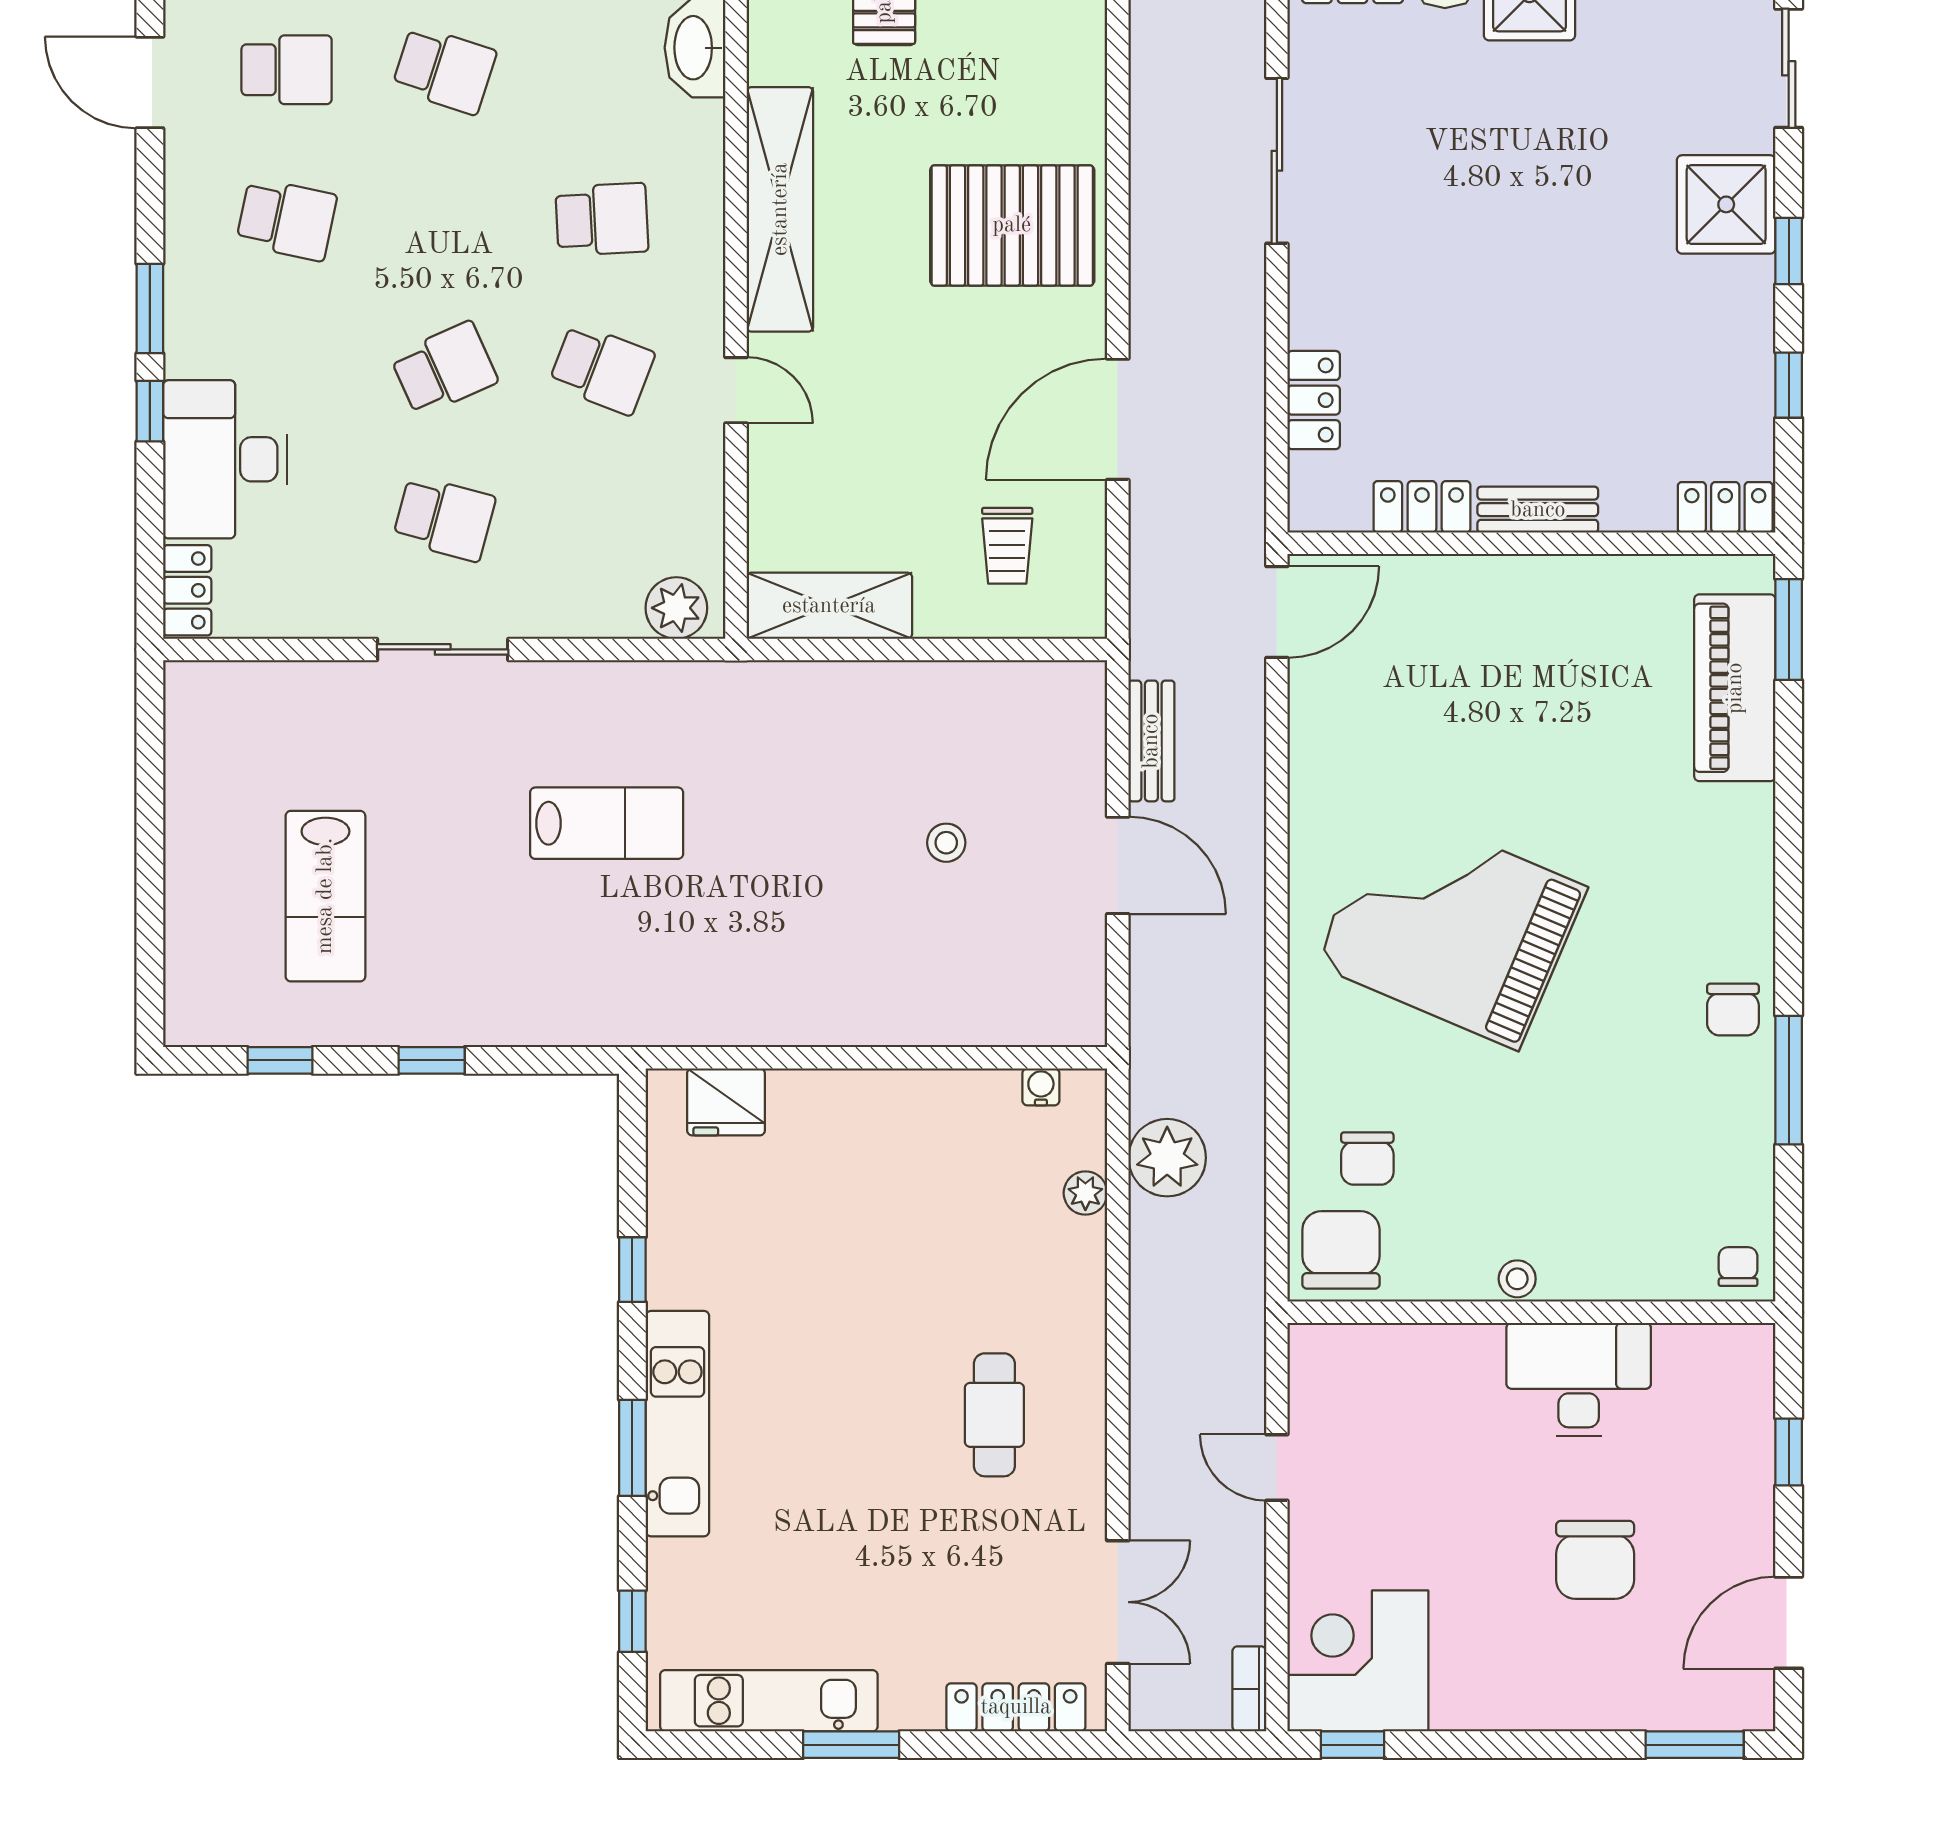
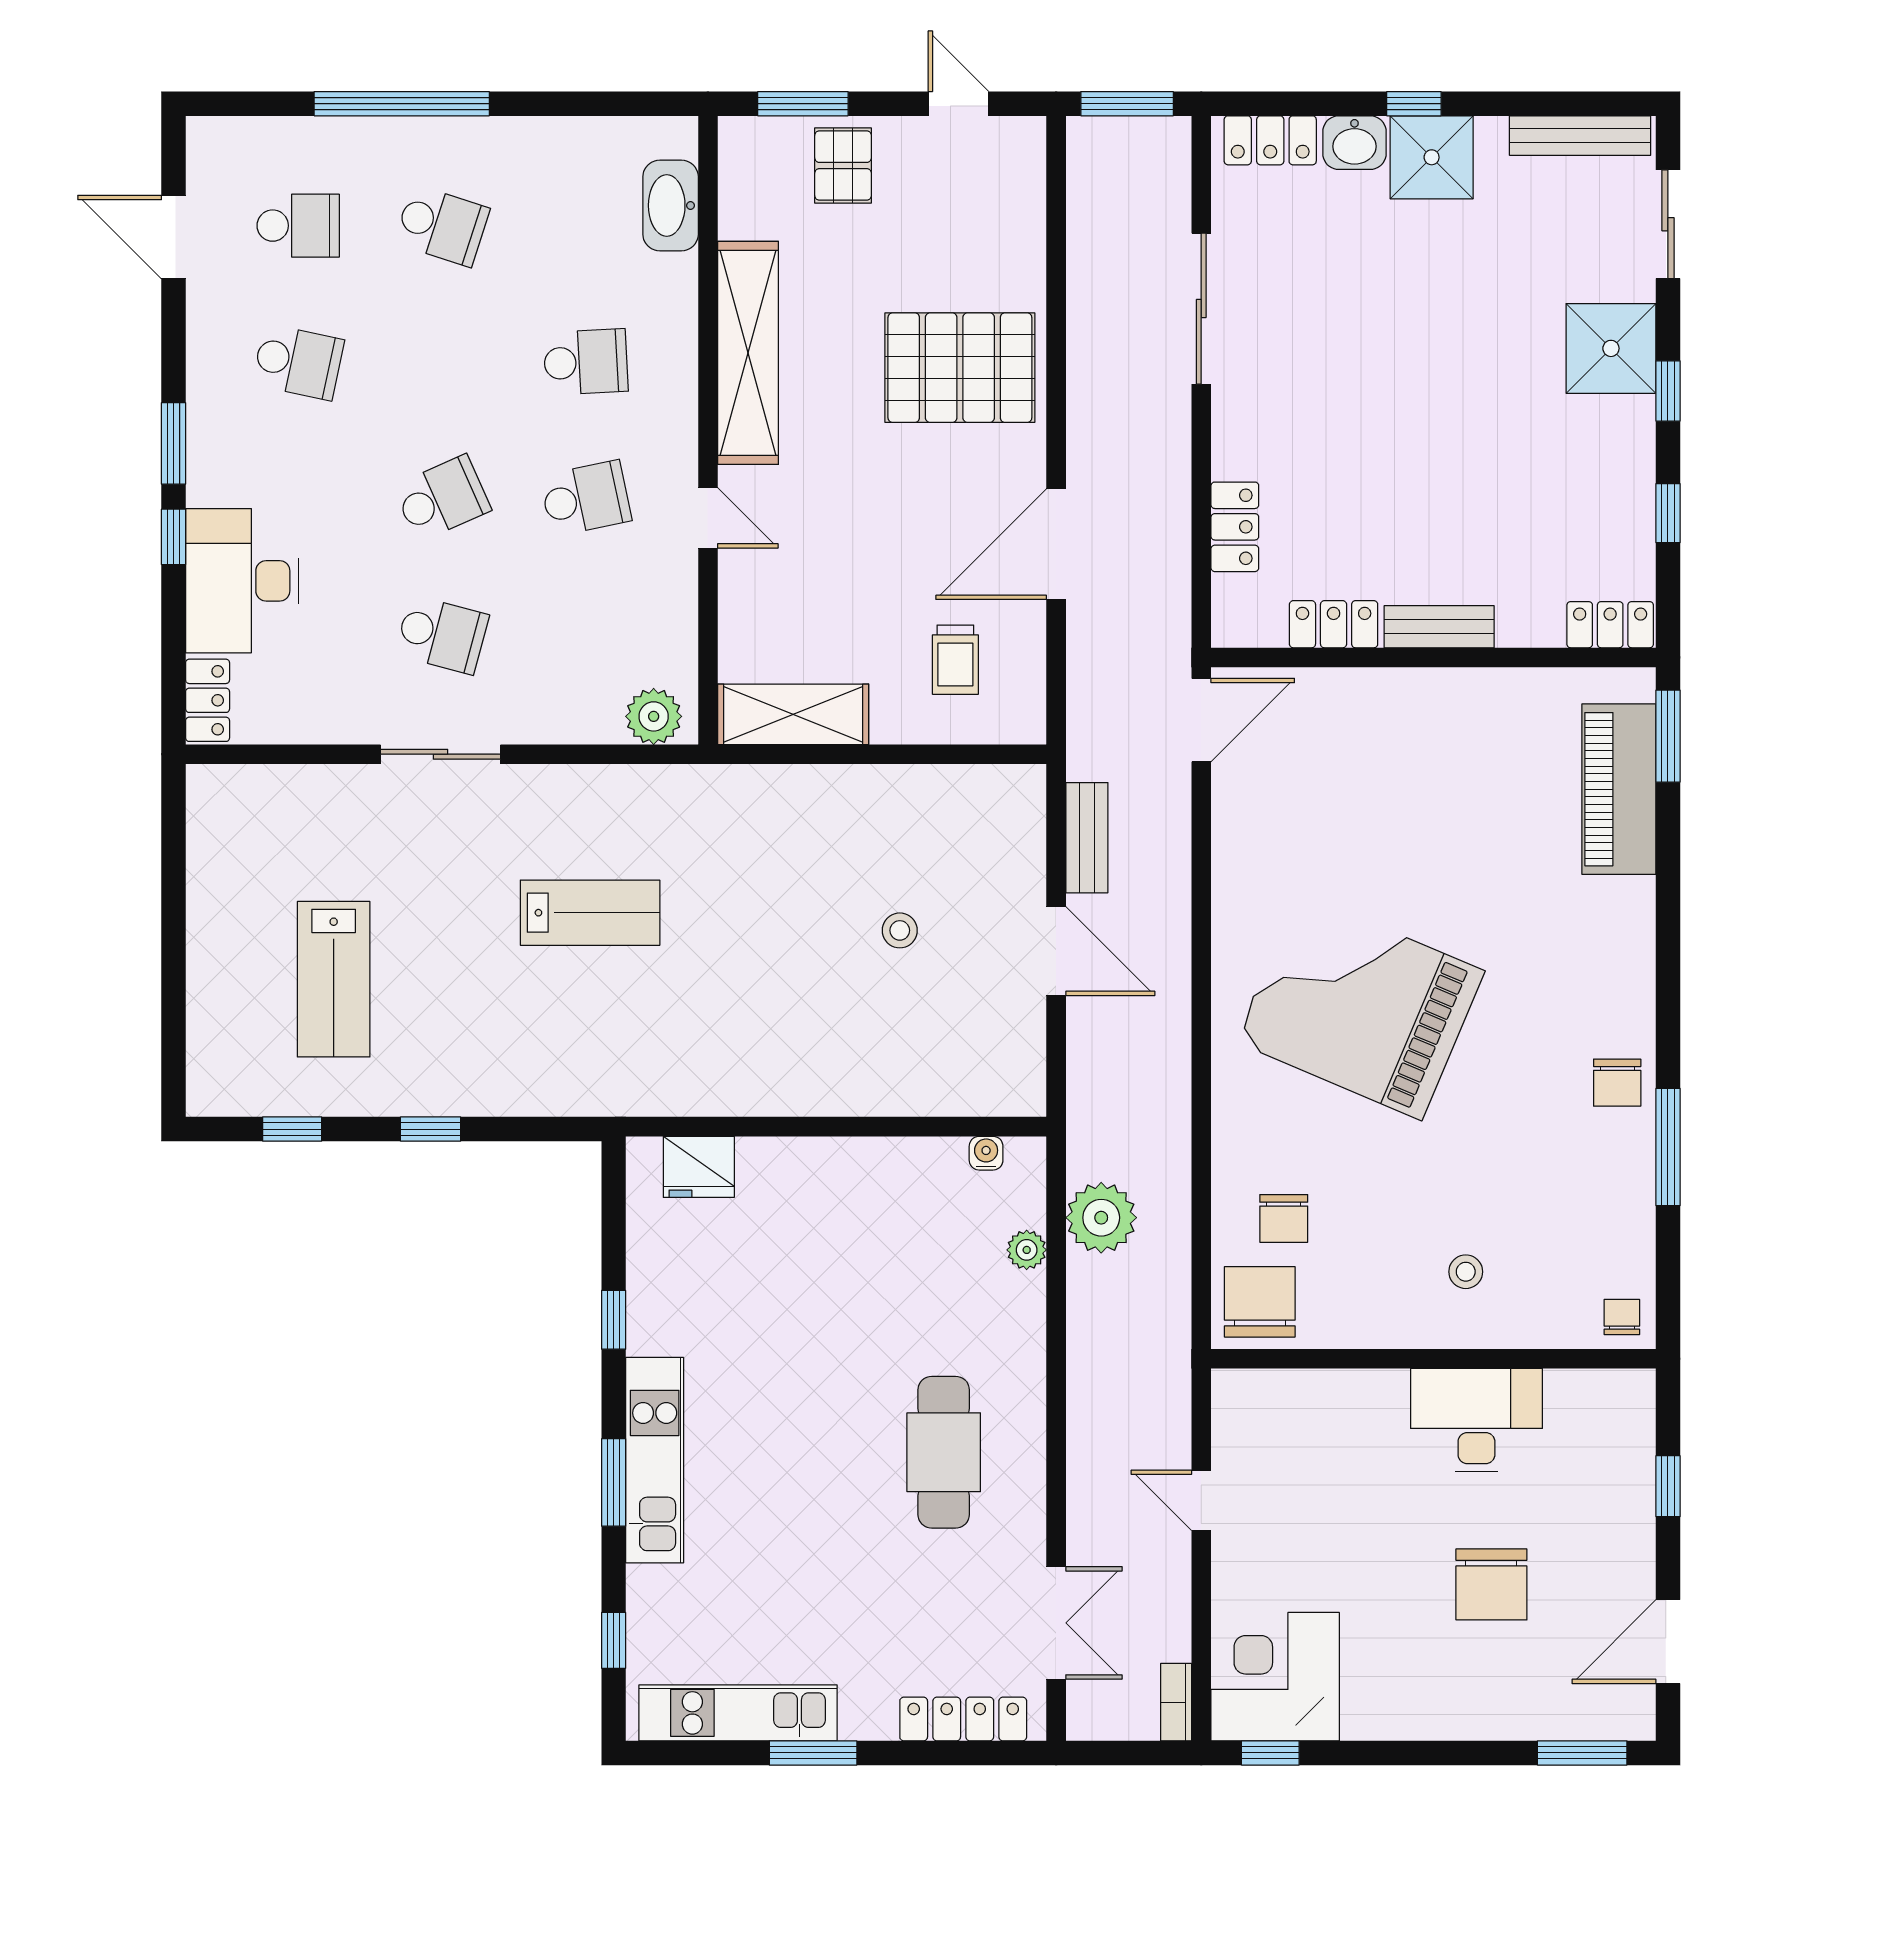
school desk: (602, 369) -> (586, 498), turned -33
stool: (1517, 1279) -> (1466, 1272), moved
cafe table: (994, 1415) -> (944, 1452), width x1.37, depth x1.35

